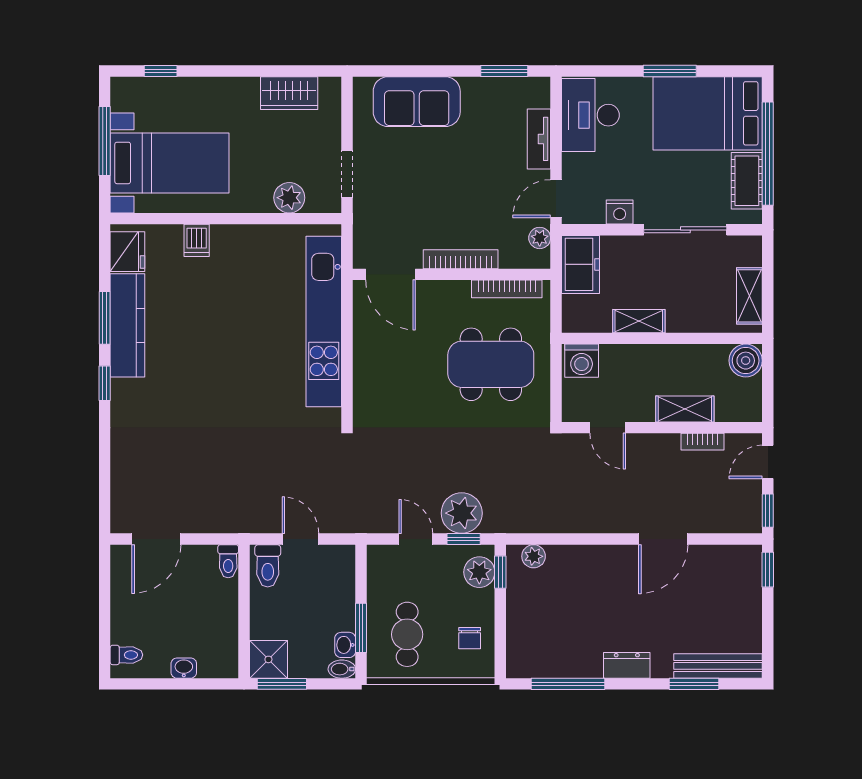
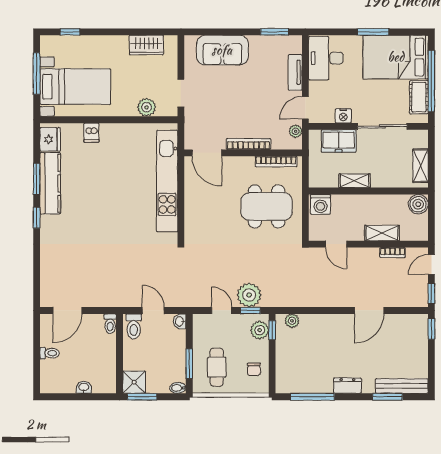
freezer: (581, 264) -> (339, 141), moved, turned 90
washbasin: (345, 645) -> (180, 321), moved
toilet: (126, 655) -> (50, 353), moved

